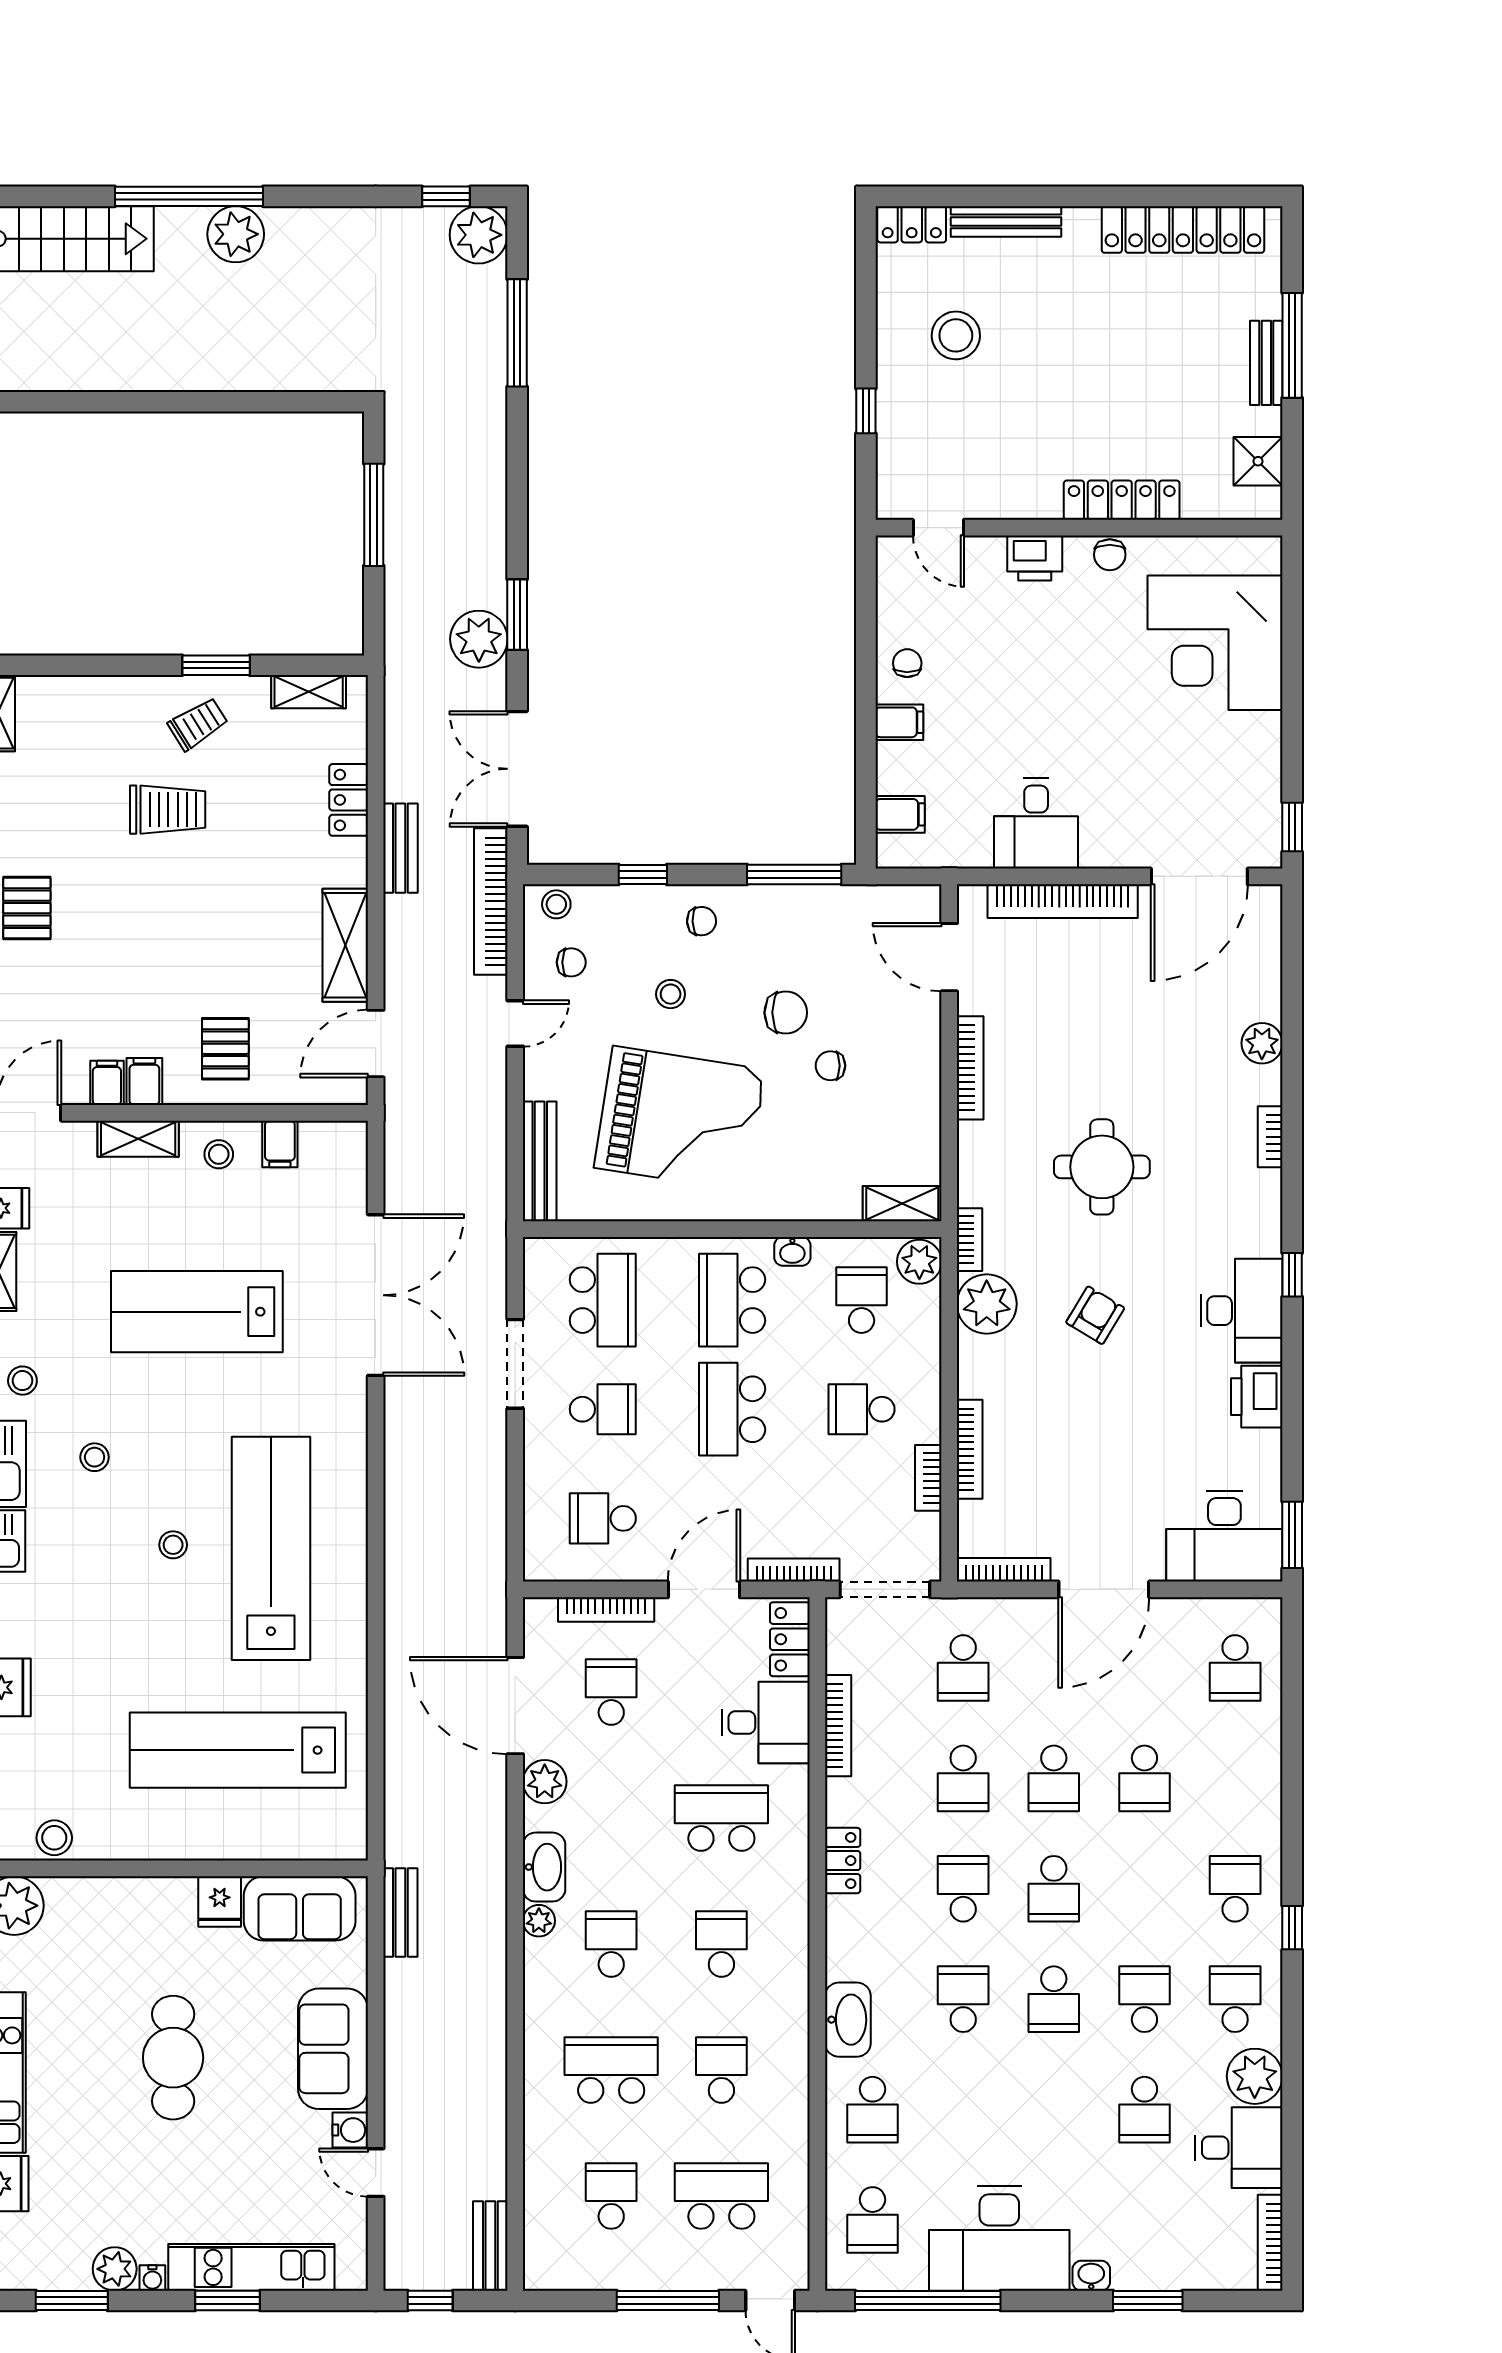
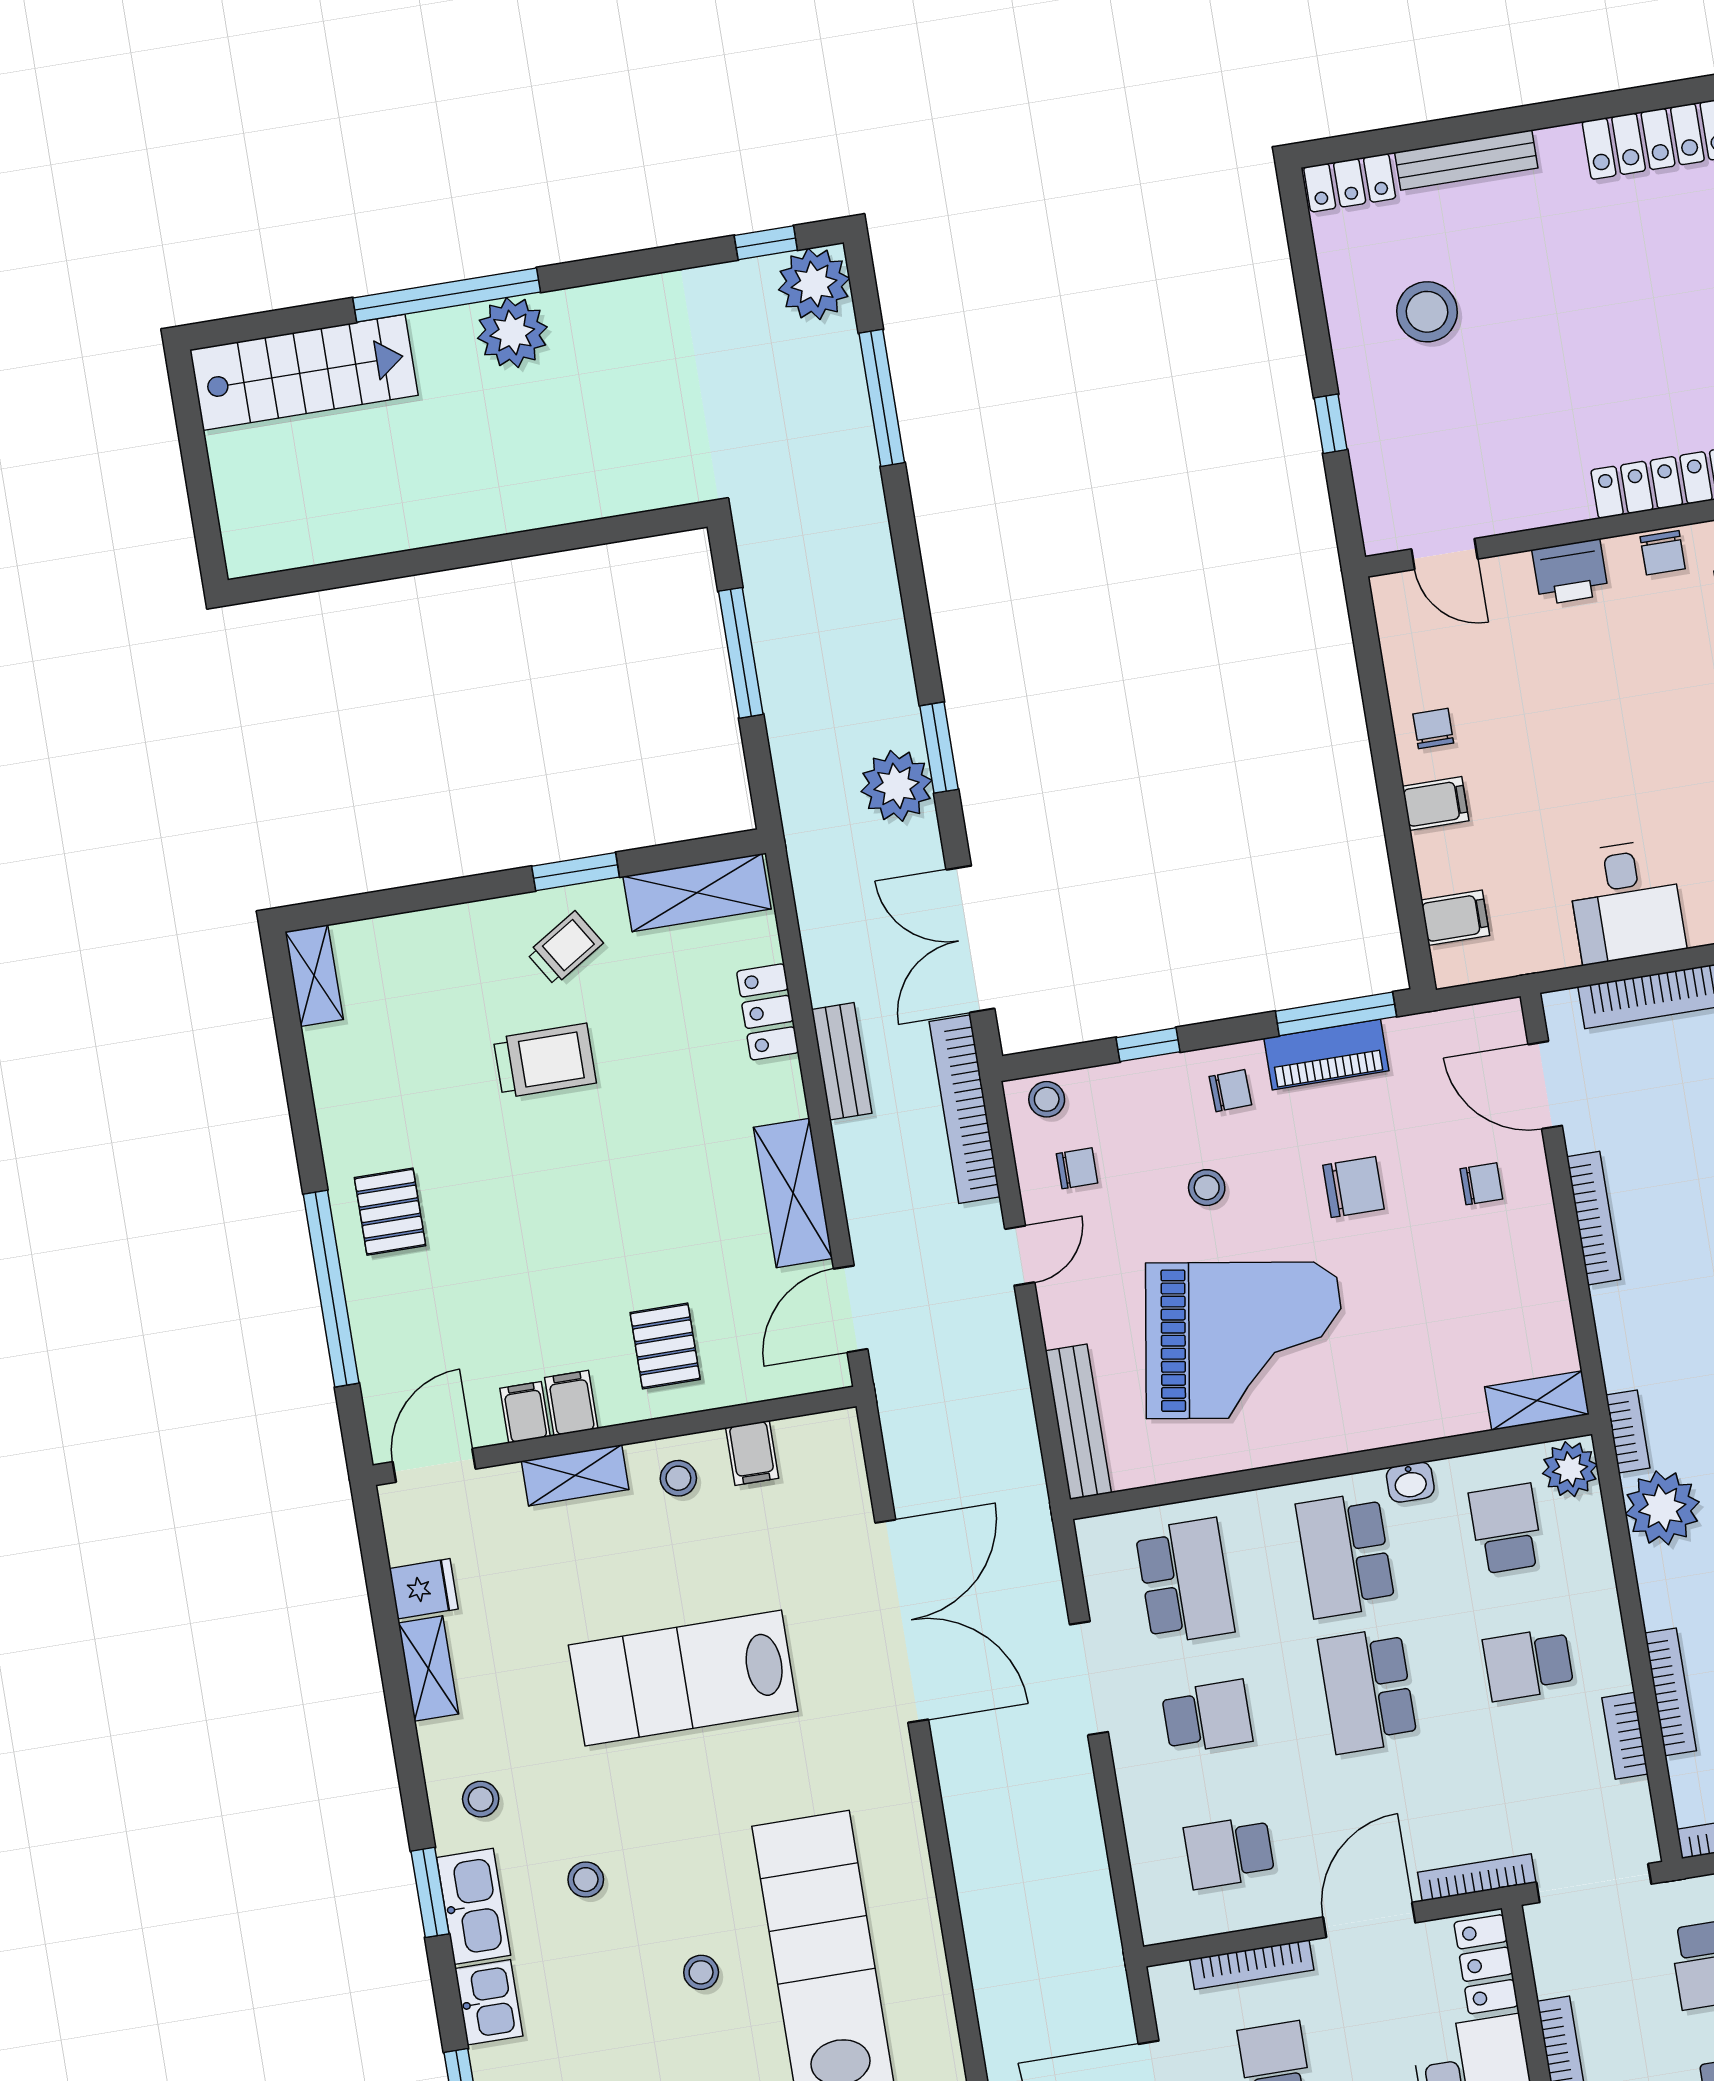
shelving: (309, 692) -> (697, 893), width x1.50, depth x1.33
piano: (782, 905) -> (1326, 1054), added
chair: (830, 1066) -> (1481, 1184), moved, turned 180

